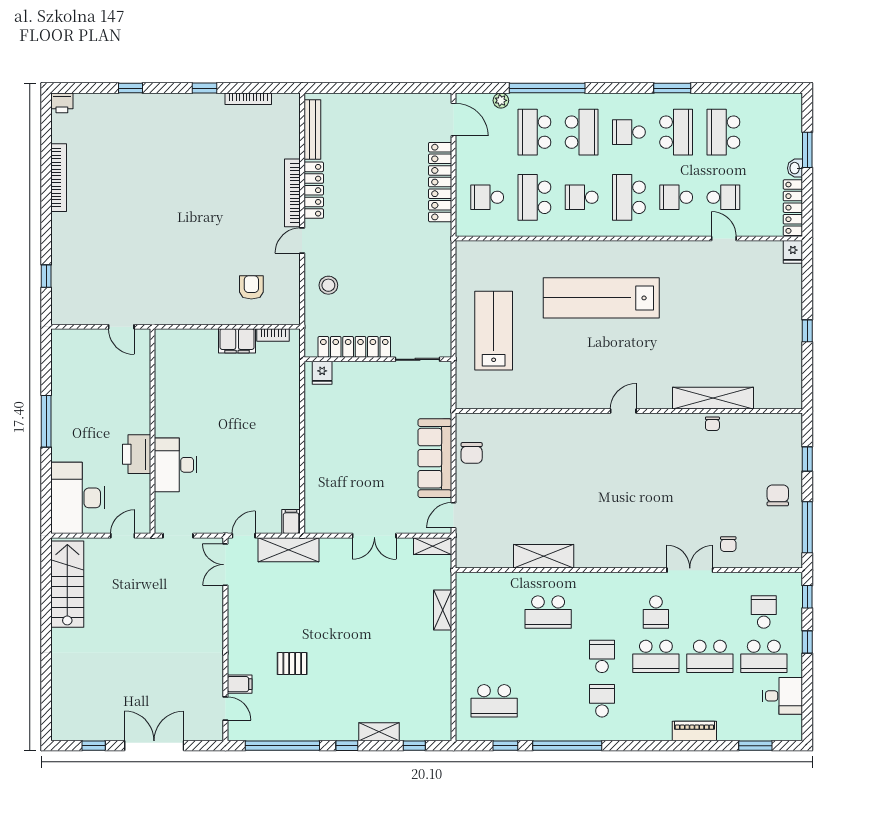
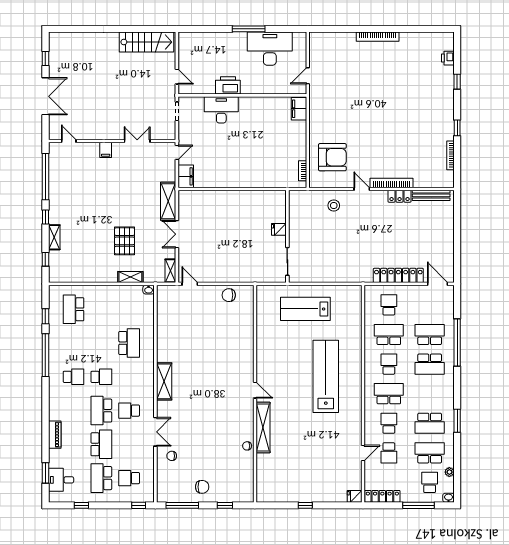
plant: (501, 100) -> (449, 472), moved
printer: (62, 103) -> (448, 58), moved
door: (454, 120) -> (438, 284), swing flipped
school desk: (629, 132) -> (430, 482), moved
window: (807, 150) -> (418, 505), width x1.44
washbasin: (795, 168) -> (449, 498), moved
bookcase: (59, 178) -> (378, 37), moved
locker: (314, 190) -> (400, 196), width x0.66
window: (46, 276) -> (339, 29), removed
armchair: (251, 287) -> (332, 157), width x1.88, depth x1.88
lab bench: (494, 331) -> (305, 309), turned 180
filing cabinet: (237, 341) -> (299, 109), moved
locker: (354, 347) -> (295, 222), removed
fridge: (322, 373) -> (279, 229), moved
shelving: (713, 398) -> (263, 428), moved
sofa: (435, 458) -> (225, 272), removed
desk: (78, 498) -> (270, 49), moved
filing cabinet: (291, 522) -> (186, 176), width x2.00
door: (244, 536) -> (177, 152), hinge flipped
shelving: (288, 550) -> (168, 201), moved
shelving: (544, 556) -> (164, 381), moved
double door: (225, 565) -> (137, 141), moved
washbasin: (463, 581) -> (149, 290), added
school desk: (548, 612) -> (129, 343), turned 180
school desk: (764, 612) -> (129, 478), turned 180
window: (807, 642) -> (81, 505), moved
school desk: (710, 656) -> (101, 444), turned 180
pallet: (292, 664) -> (125, 241), moved, width x1.50, depth x1.42
filing cabinet: (240, 684) -> (106, 150), moved
desk: (782, 696) -> (61, 480), moved, turned 90
door: (225, 708) -> (69, 141), swing flipped

